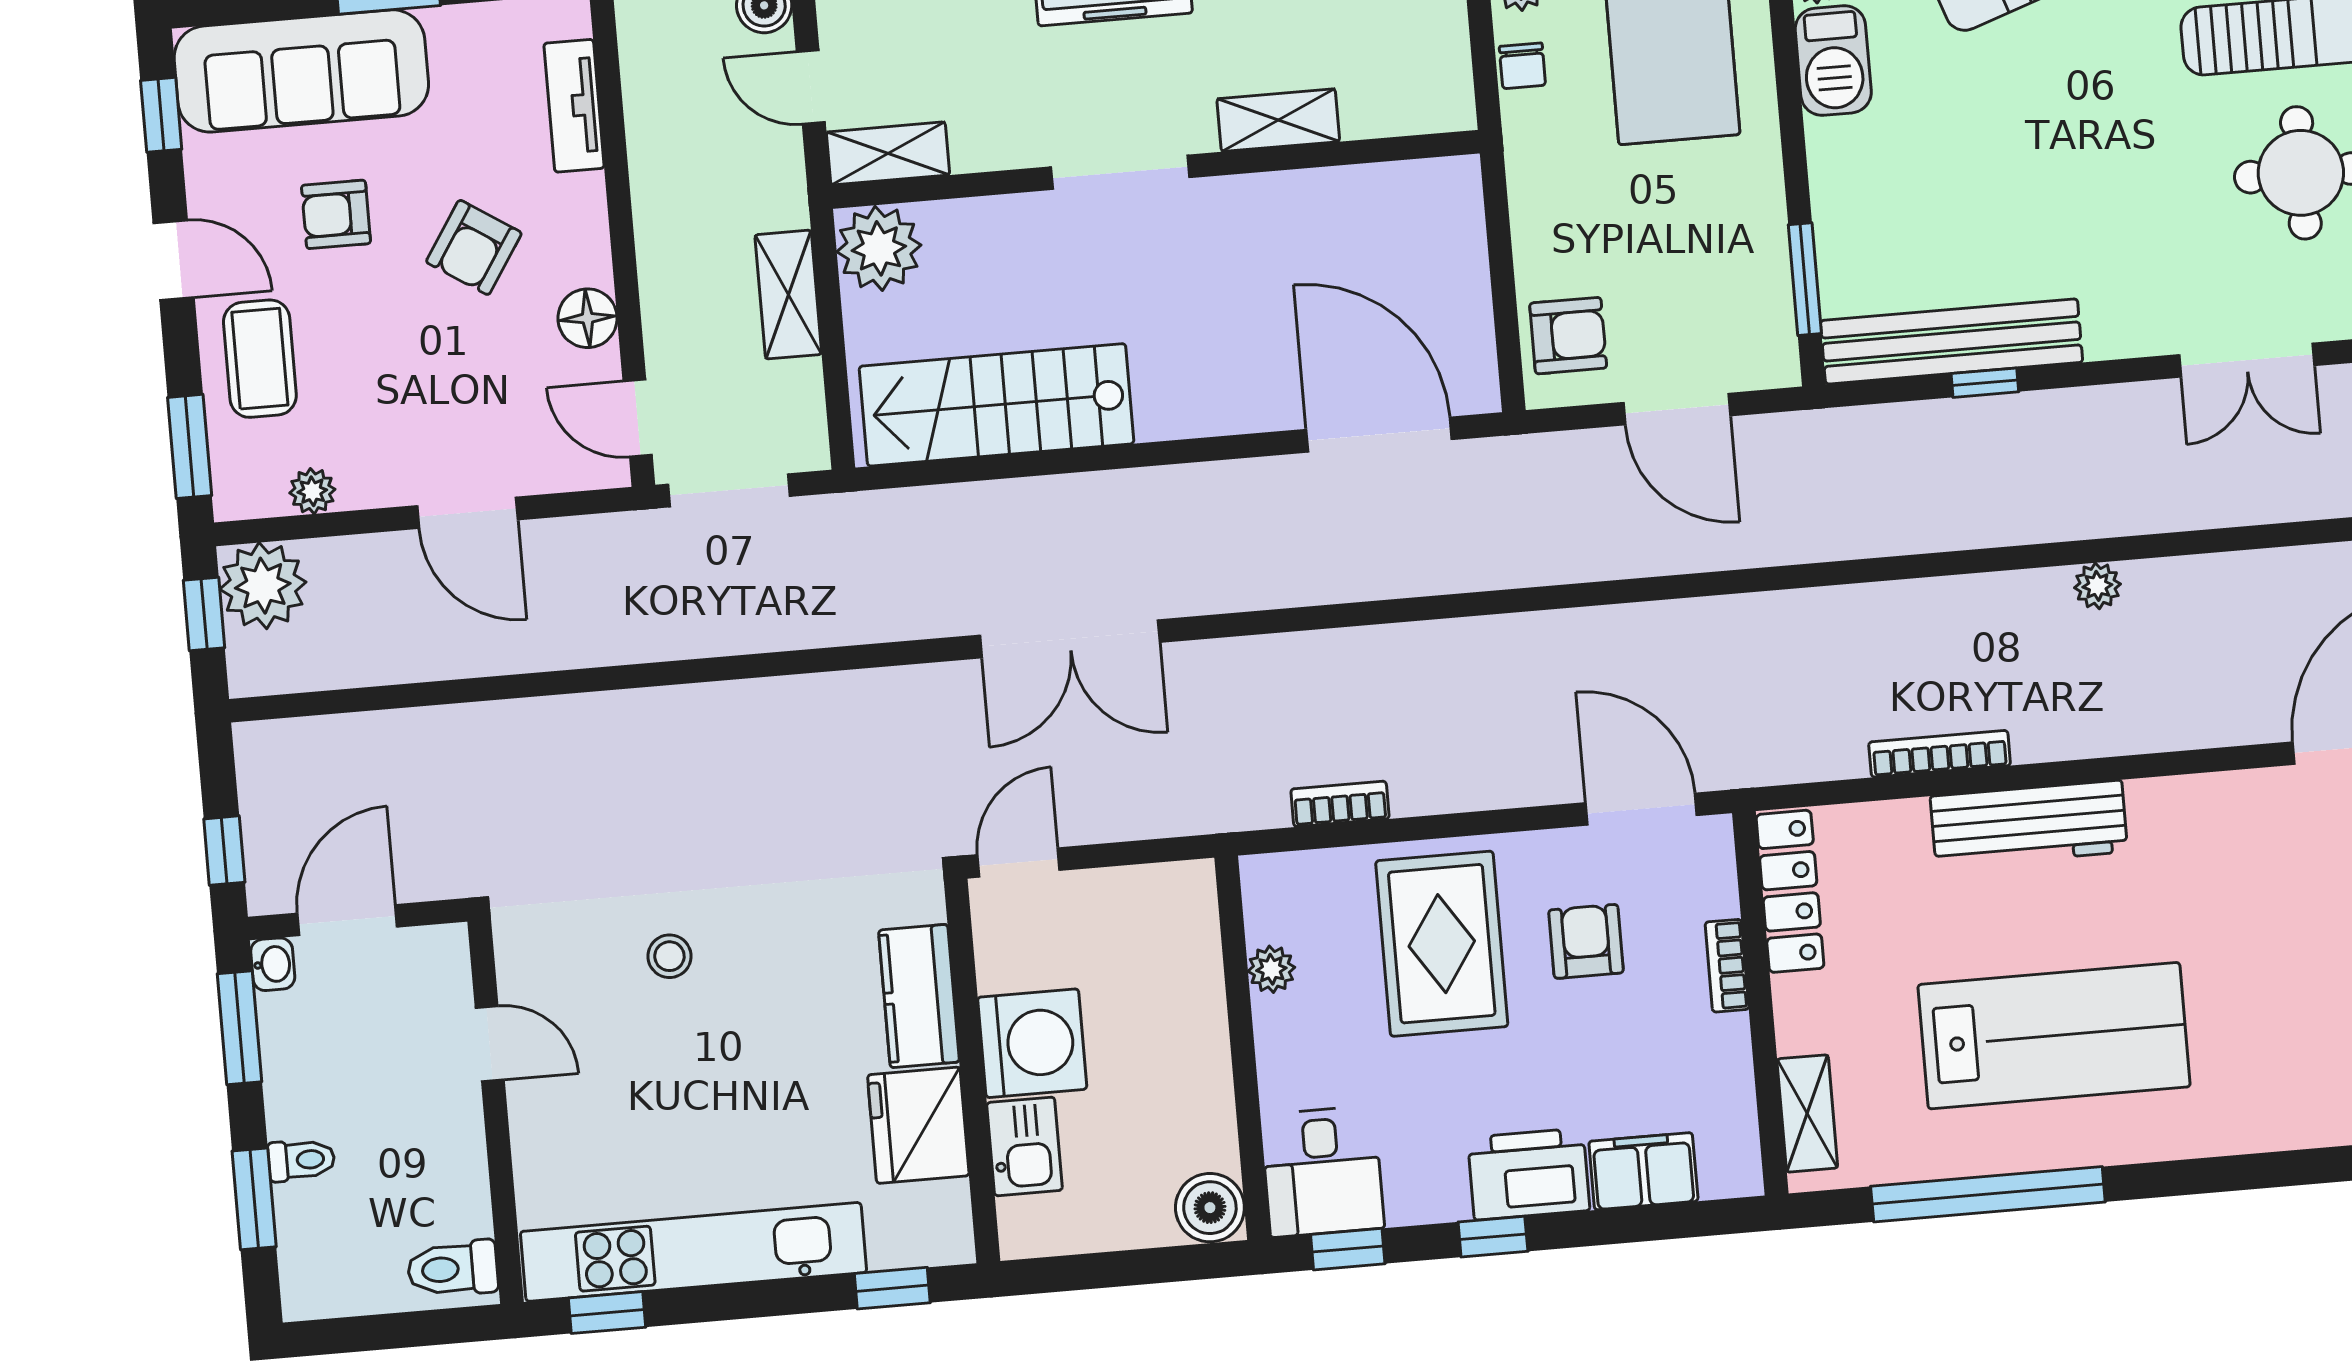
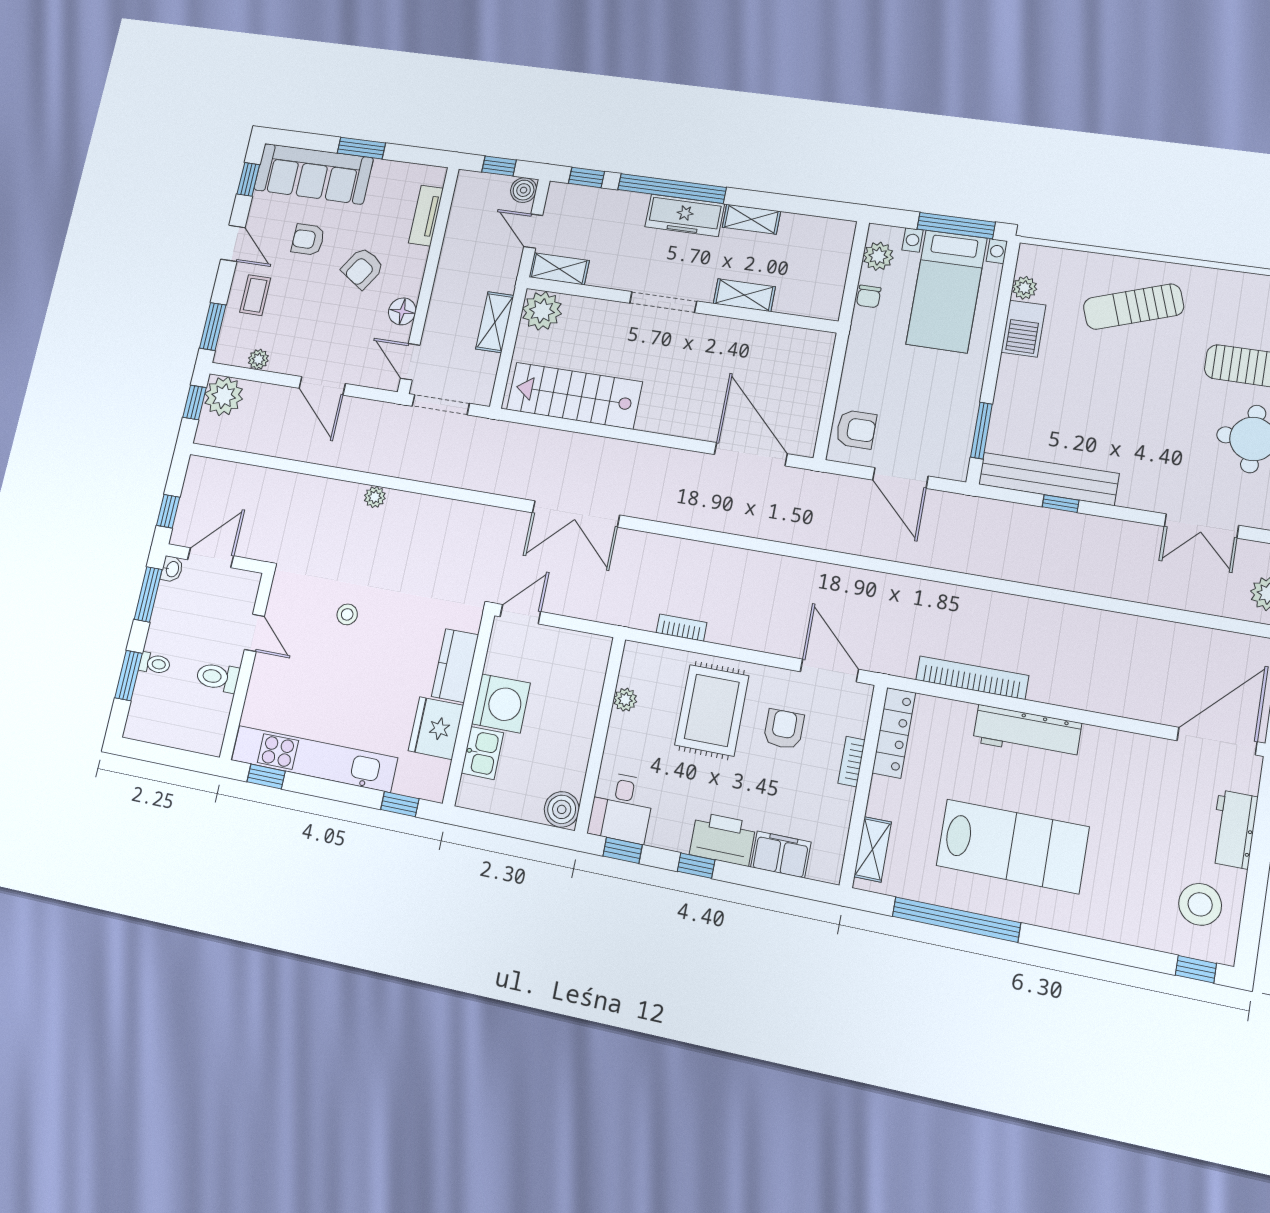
coffee table: (260, 359) -> (255, 295), width x0.73, depth x0.77
plant: (2097, 586) -> (375, 497), moved
bookcase: (1940, 754) -> (972, 678), width x1.48, depth x1.31
toilet: (453, 1269) -> (218, 677), moved

